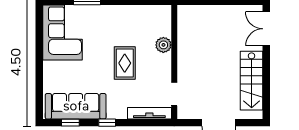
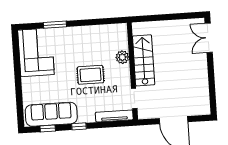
rug: (125, 63) -> (90, 75), turned 90
stairs: (252, 81) -> (144, 60), moved, turned 180

